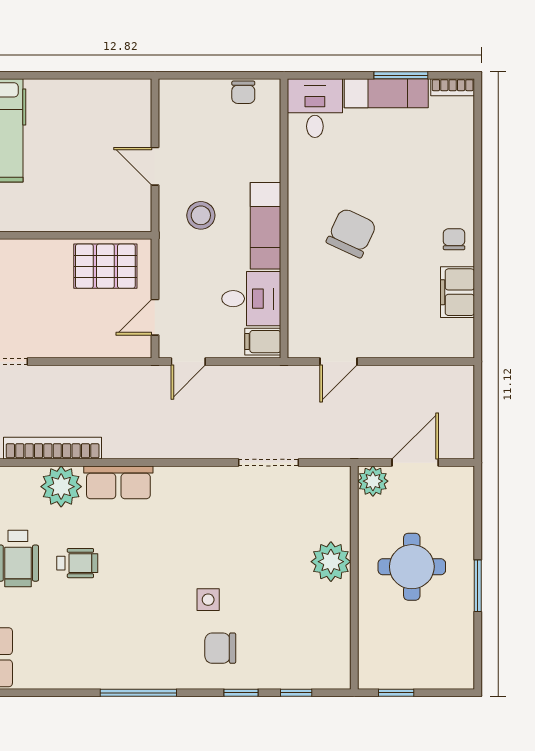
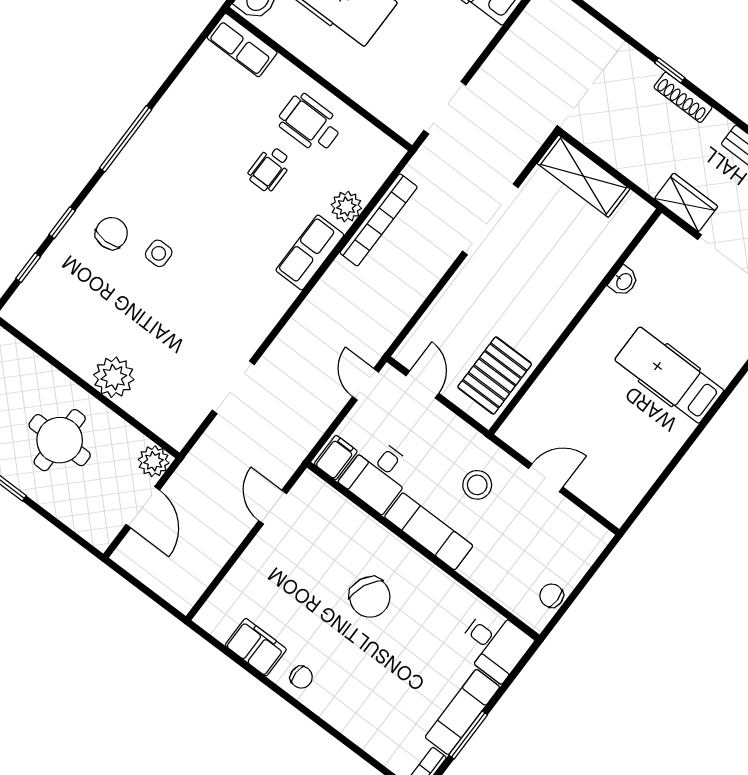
plant: (61, 487) -> (346, 207), width x0.73, depth x0.73

